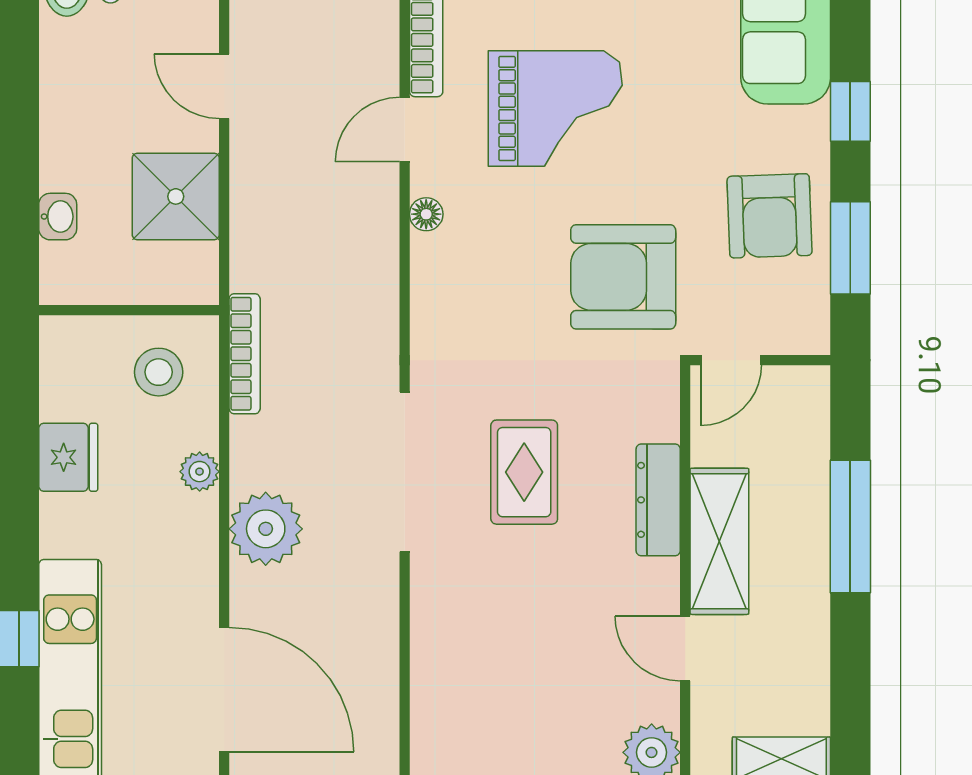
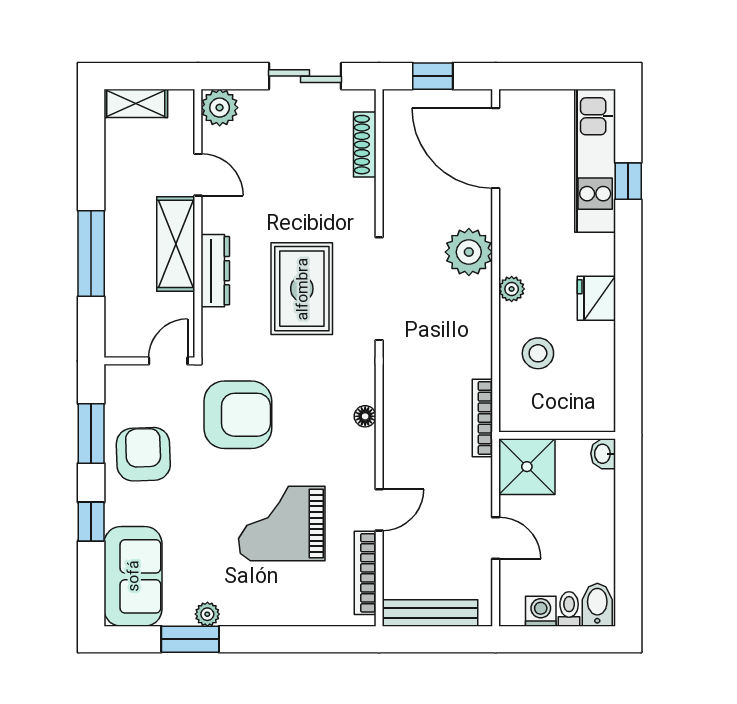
floor lamp: (426, 214) -> (365, 416), moved
wall: (129, 310) -> (557, 435), moved
bookcase: (245, 354) -> (482, 418), moved
rug: (524, 472) -> (302, 289), width x1.36, depth x1.43
shoe rack: (427, 695) -> (365, 145), added

